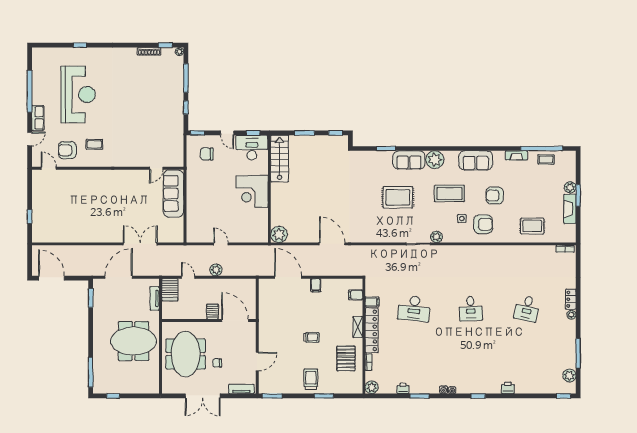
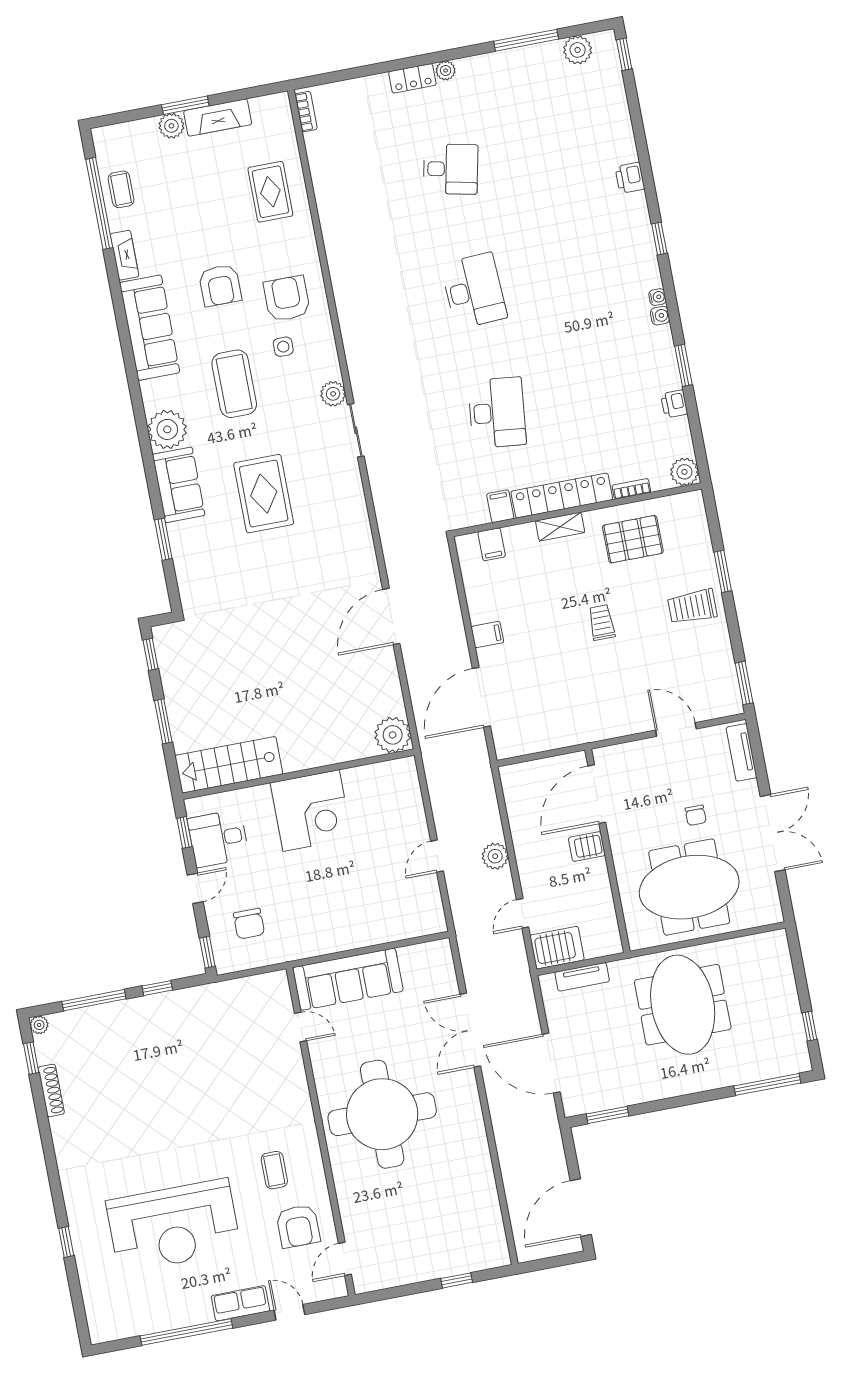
reception desk: (78, 94) -> (173, 1226), turned 180
desk: (252, 148) -> (218, 838), width x0.73
sofa: (476, 160) -> (150, 328), width x1.36
round table: (110, 197) -> (382, 1114), added
desk: (471, 309) -> (474, 291), width x1.37

